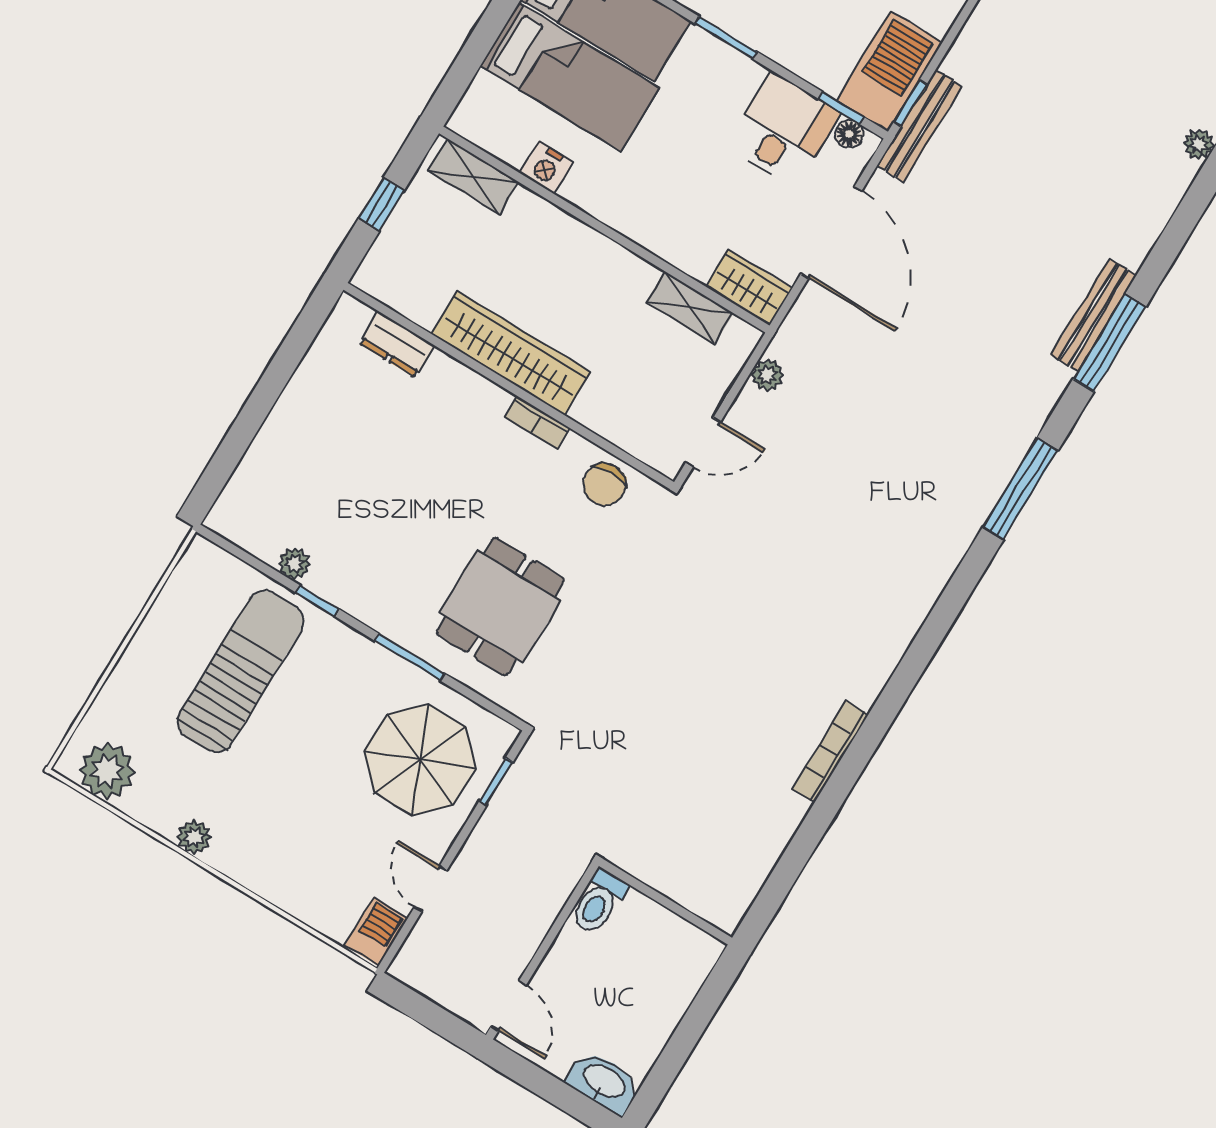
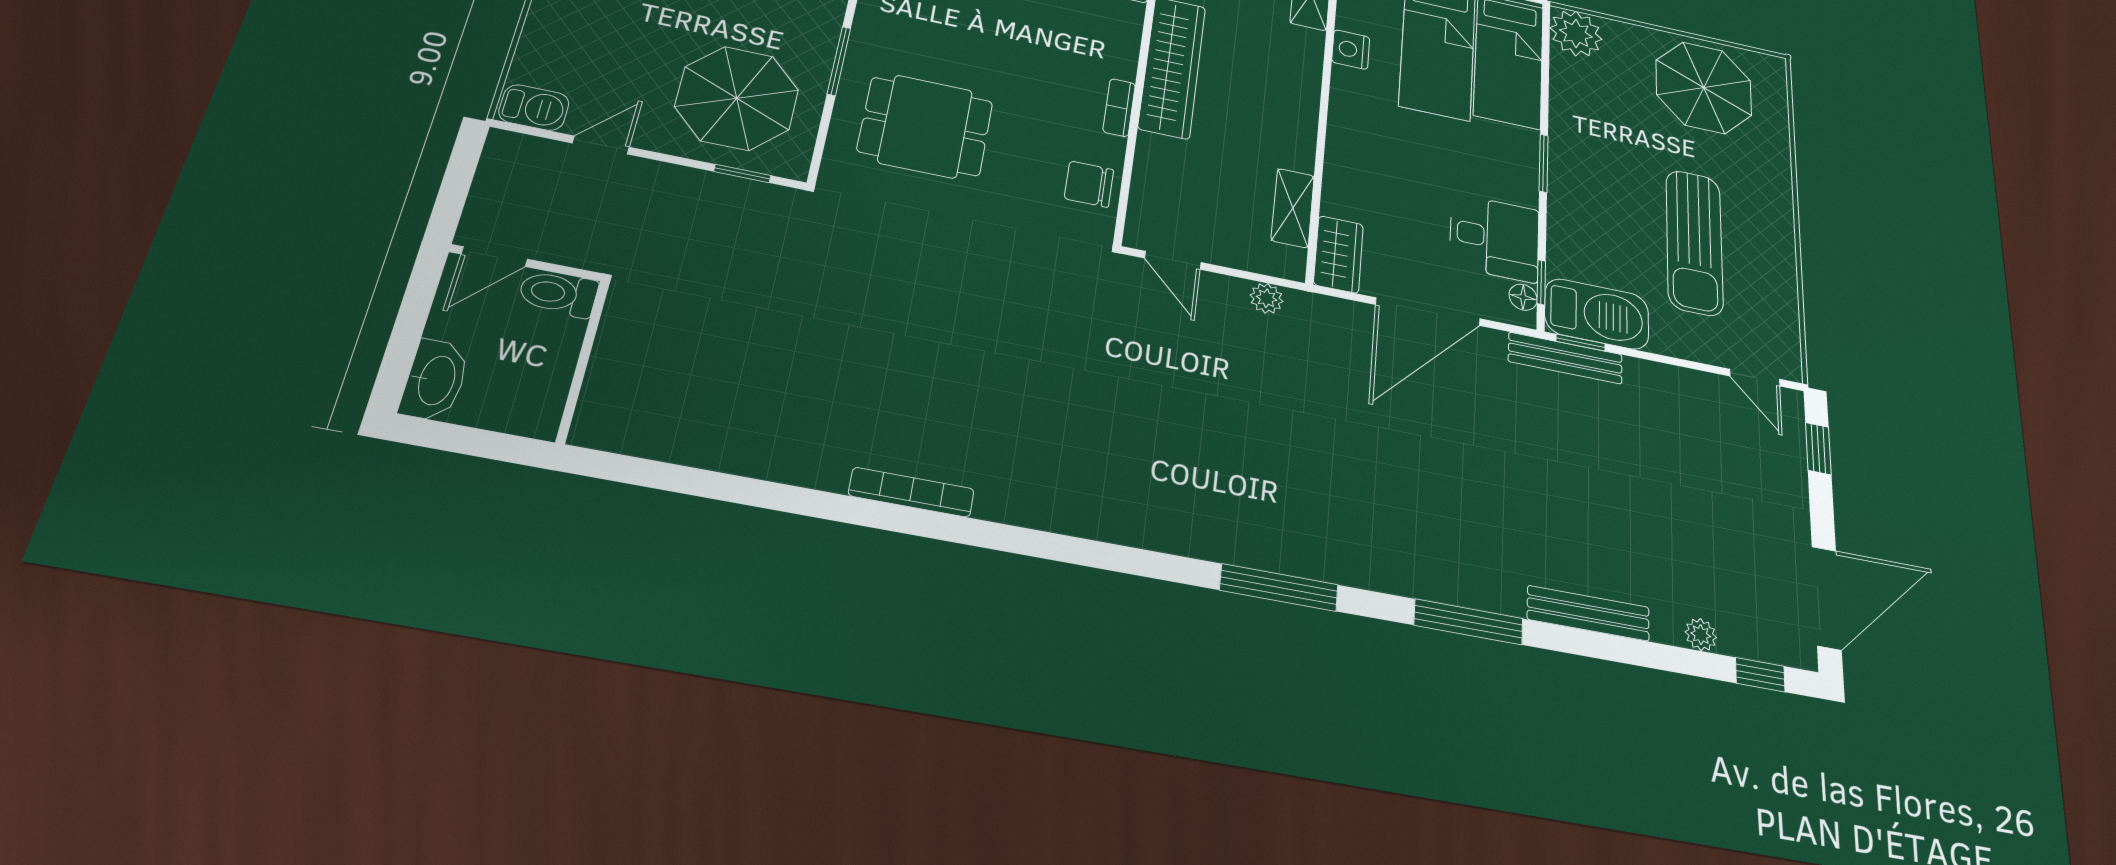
bench: (1094, 315) -> (1588, 613), moved
toilet: (599, 902) -> (558, 294), moved
wall: (665, 902) -> (583, 361), moved

